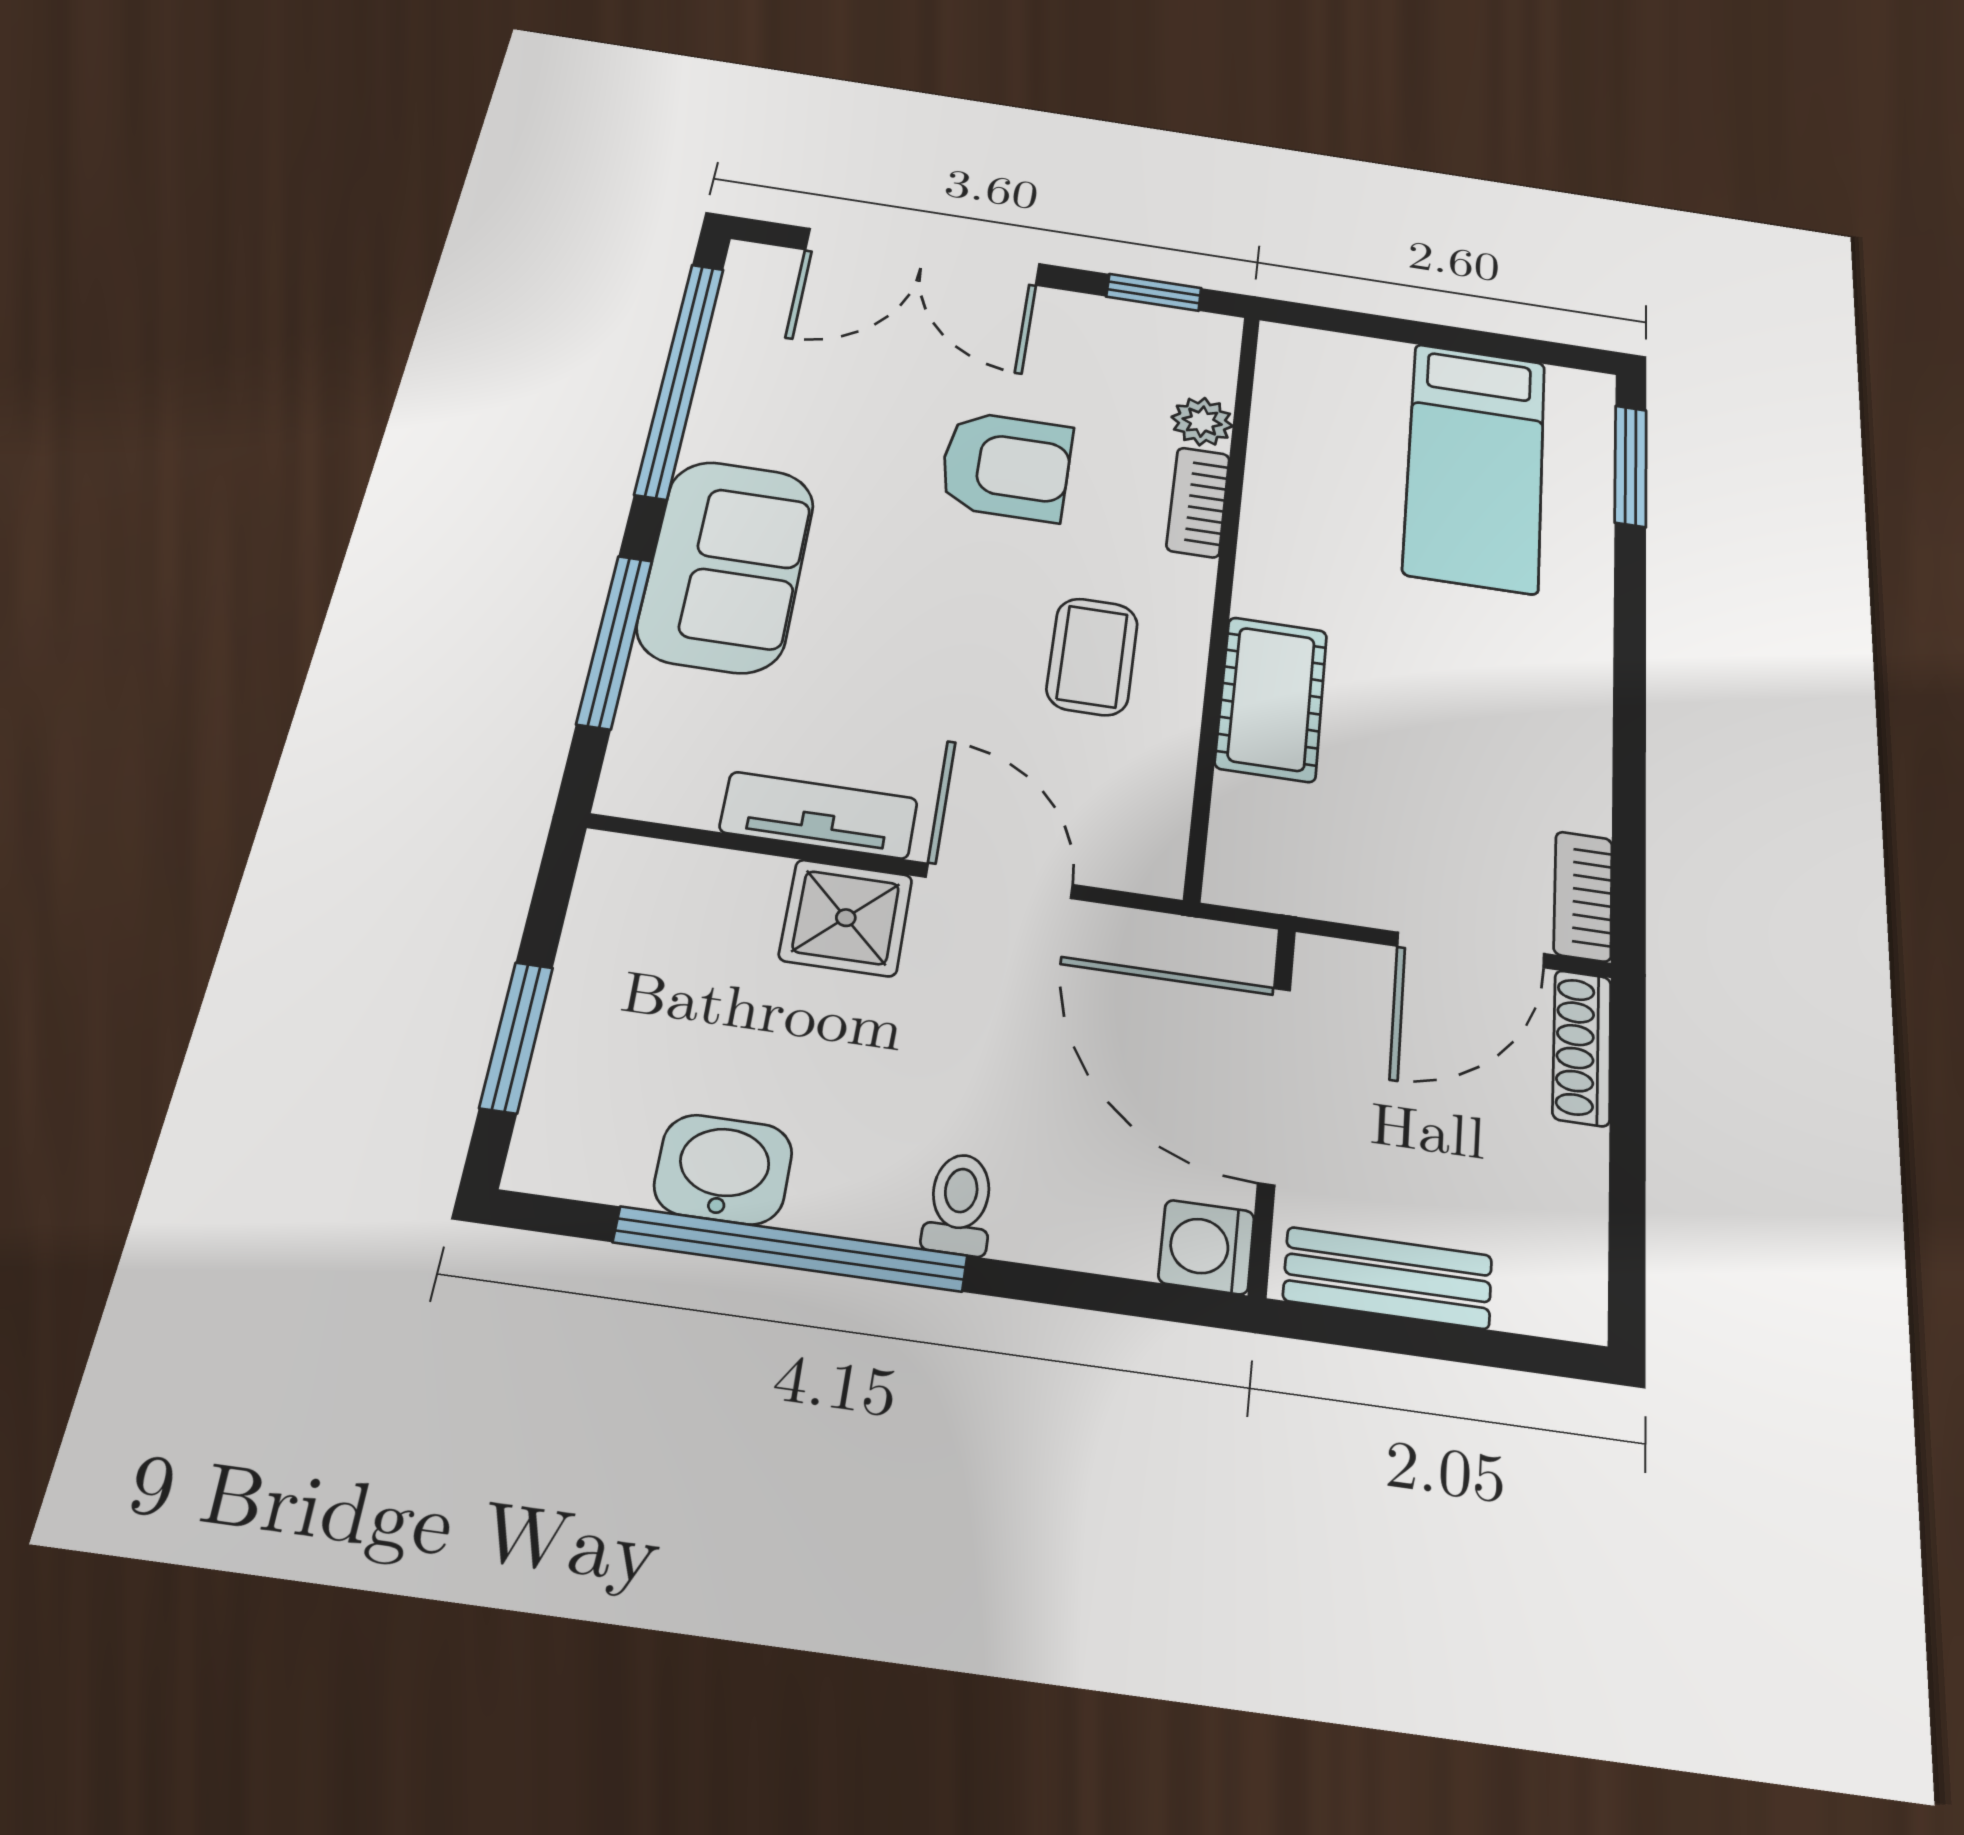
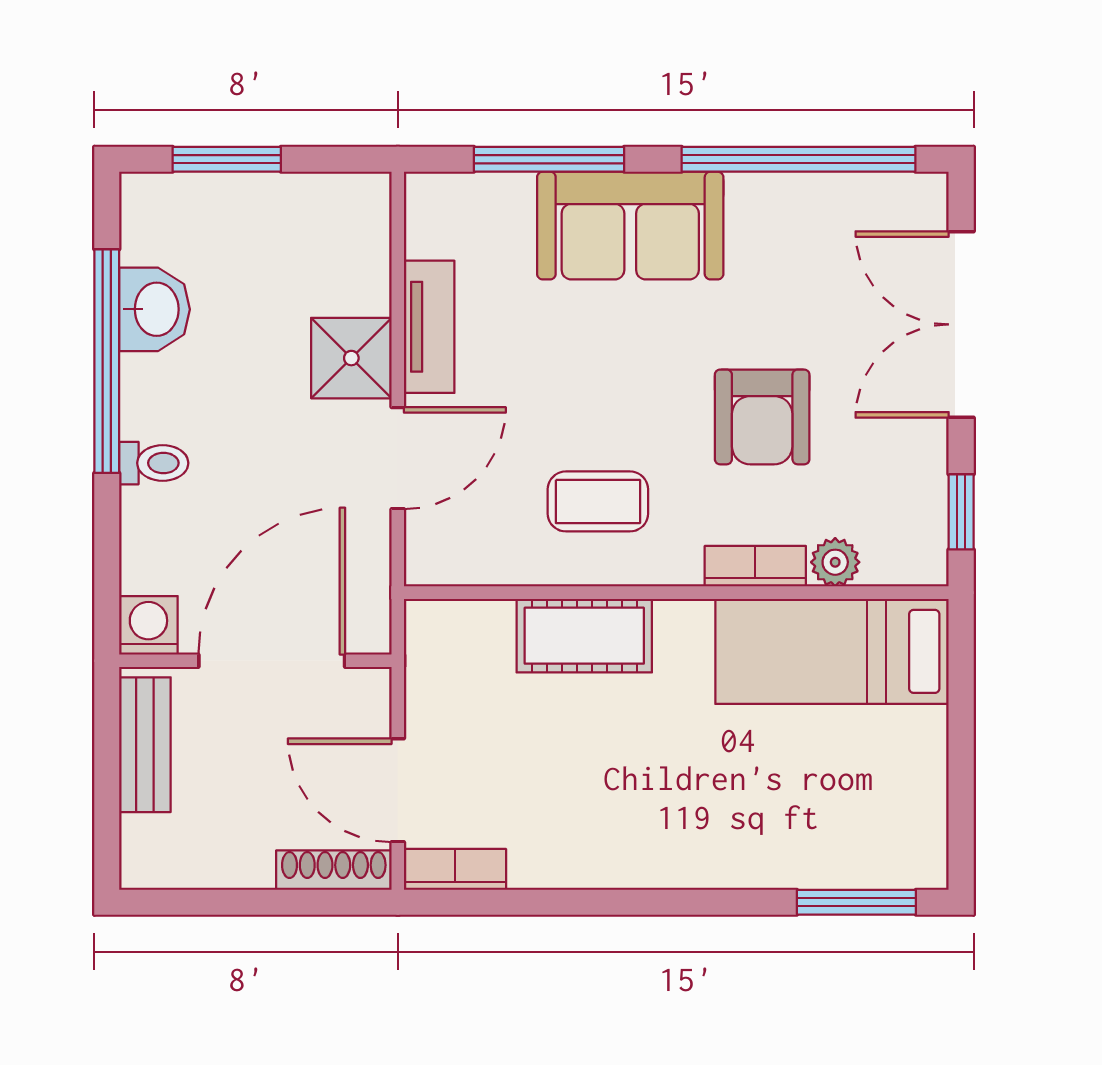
bed: (1475, 466) -> (832, 651), moved

